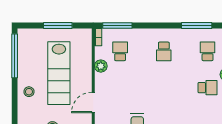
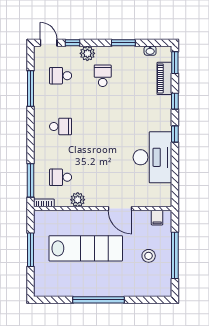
window: (15, 56) -> (99, 300), moved
stool: (29, 92) -> (107, 283), removed

